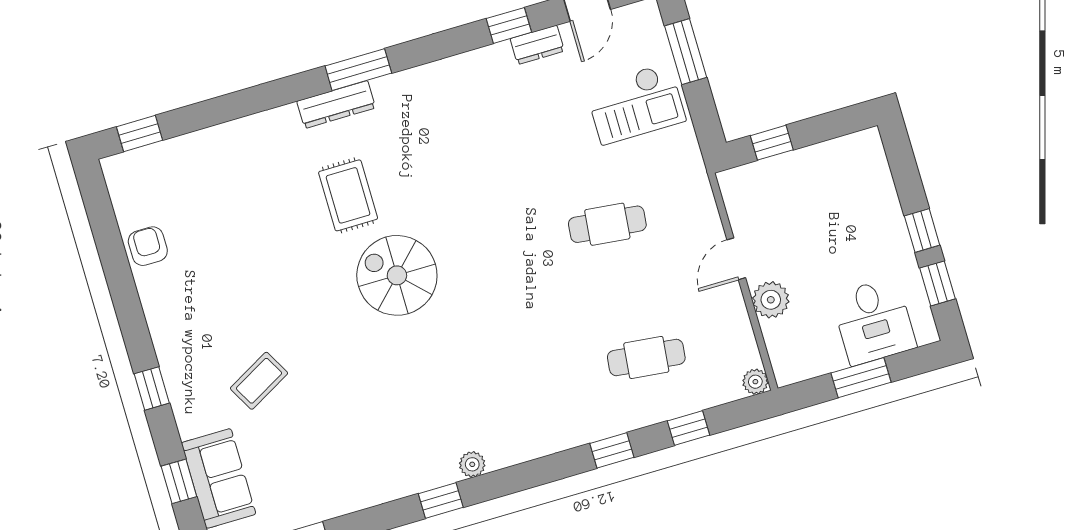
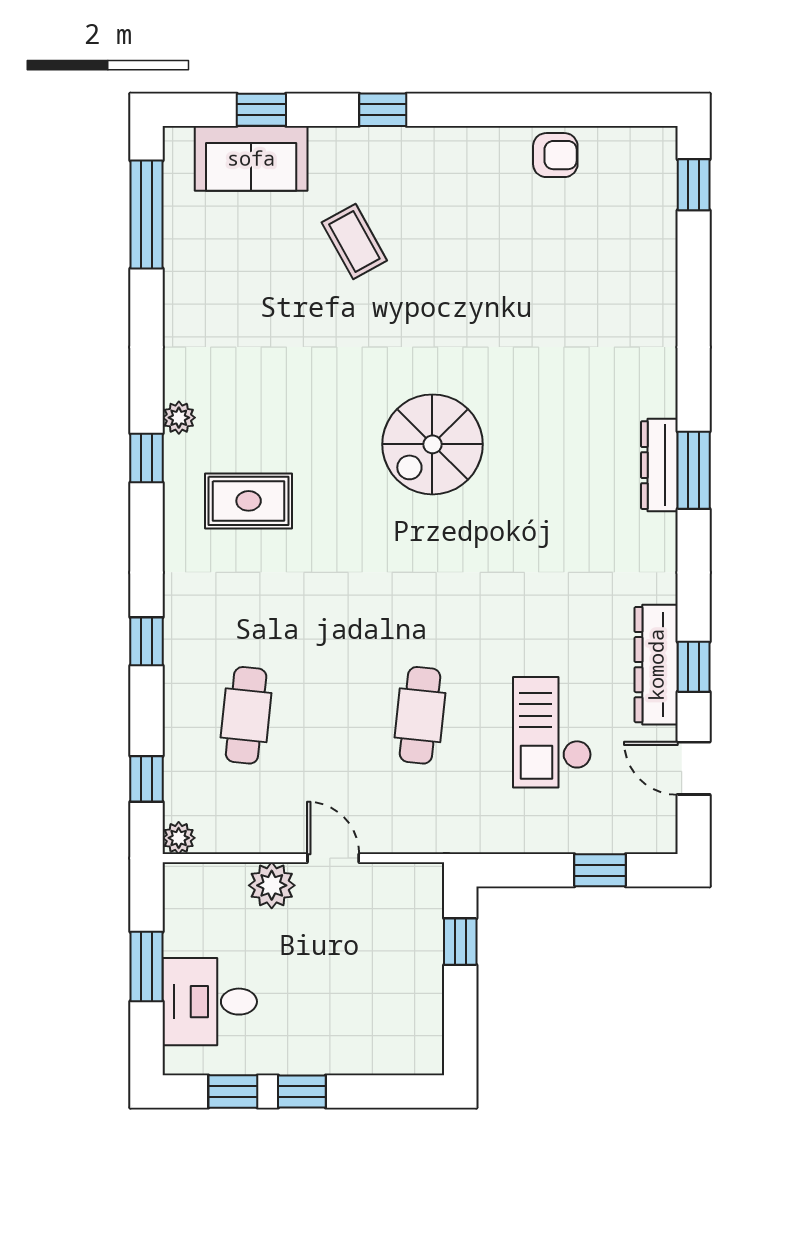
dresser: (537, 45) -> (656, 665), width x1.96, depth x1.24
window: (686, 52) -> (600, 870), width x0.67
dresser: (336, 104) -> (659, 465), moved
checkout: (636, 104) -> (552, 732), moved
rug: (348, 195) -> (249, 501), moved
spiral stairs: (397, 275) -> (432, 444), turned 180
window: (689, 428) -> (146, 779), moved
plant: (472, 464) -> (179, 418), moved
window: (441, 500) -> (146, 458), moved

